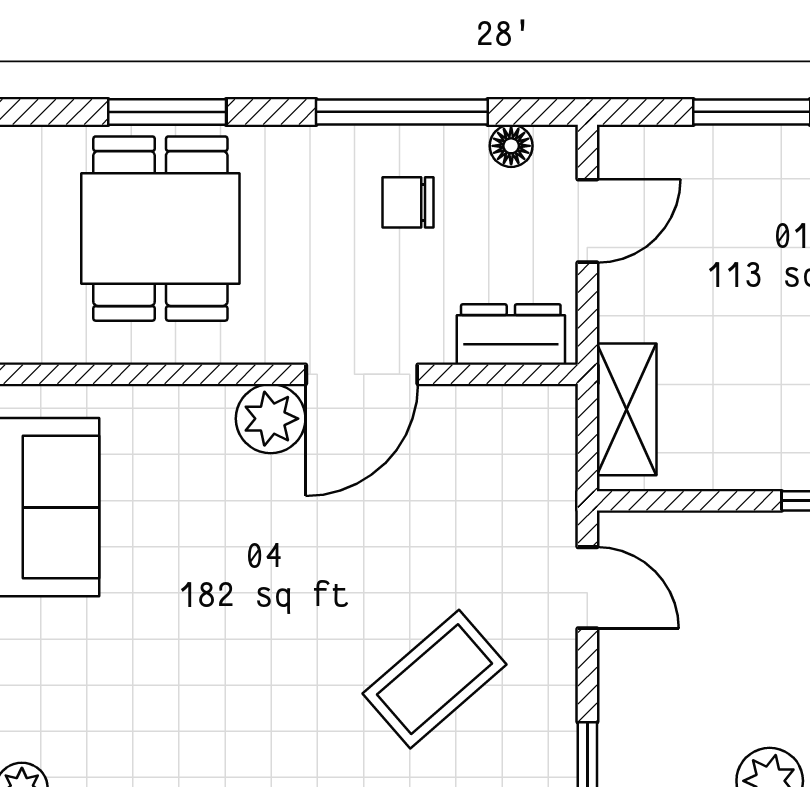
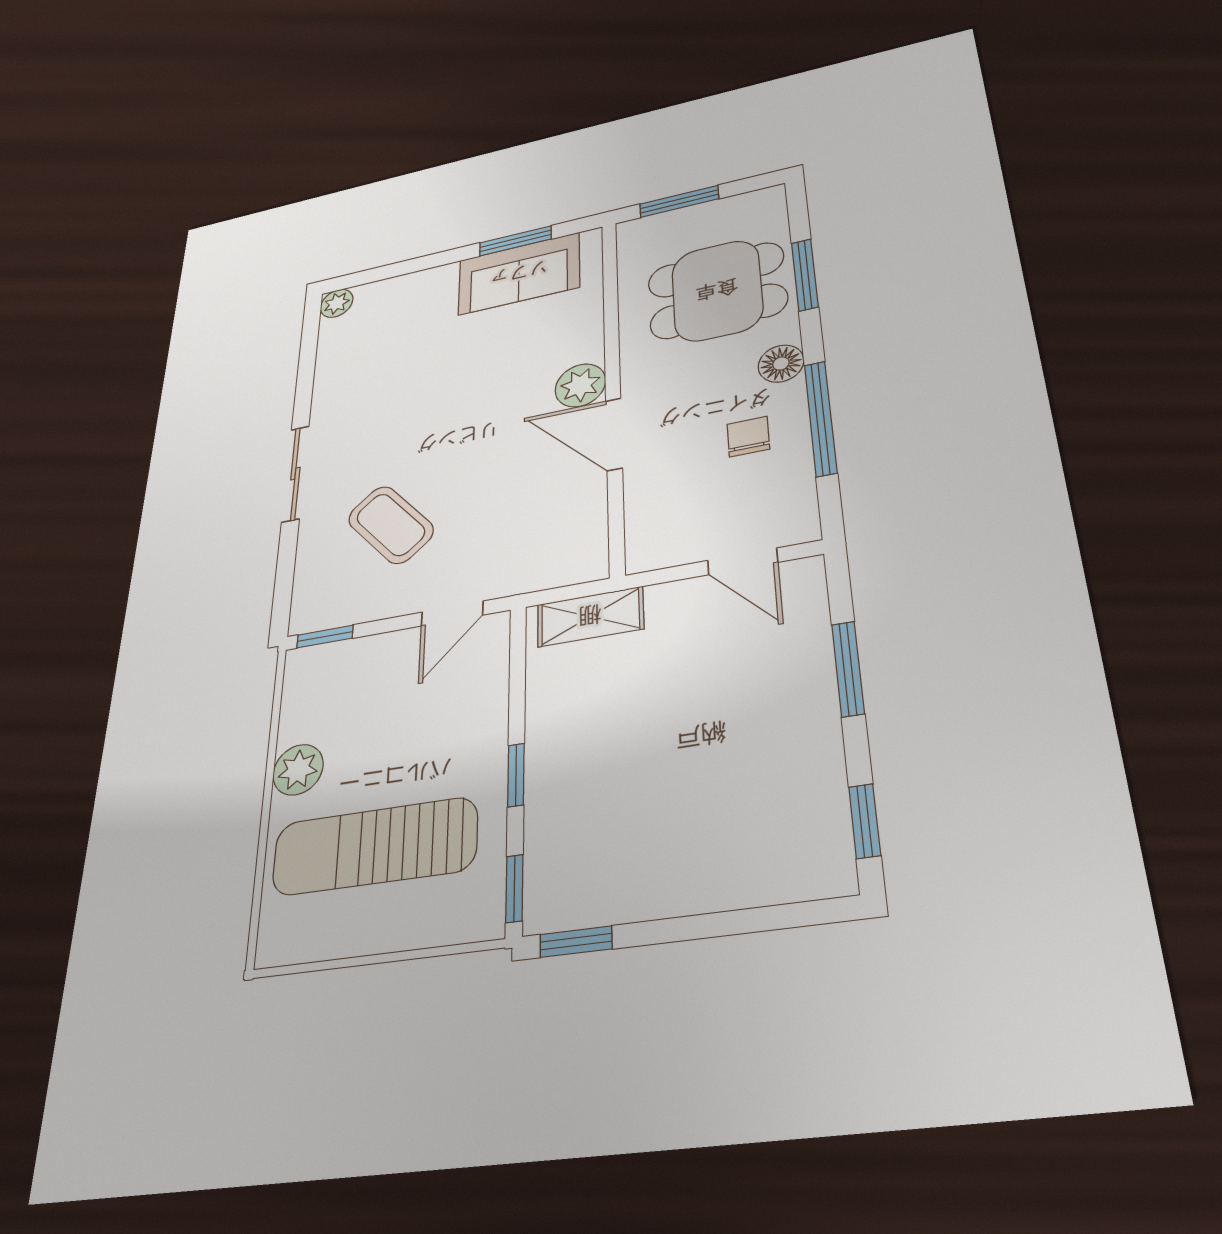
floor lamp: (511, 146) -> (781, 364), moved, width x1.37, depth x1.37
dresser: (511, 335) -> (648, 525), removed

